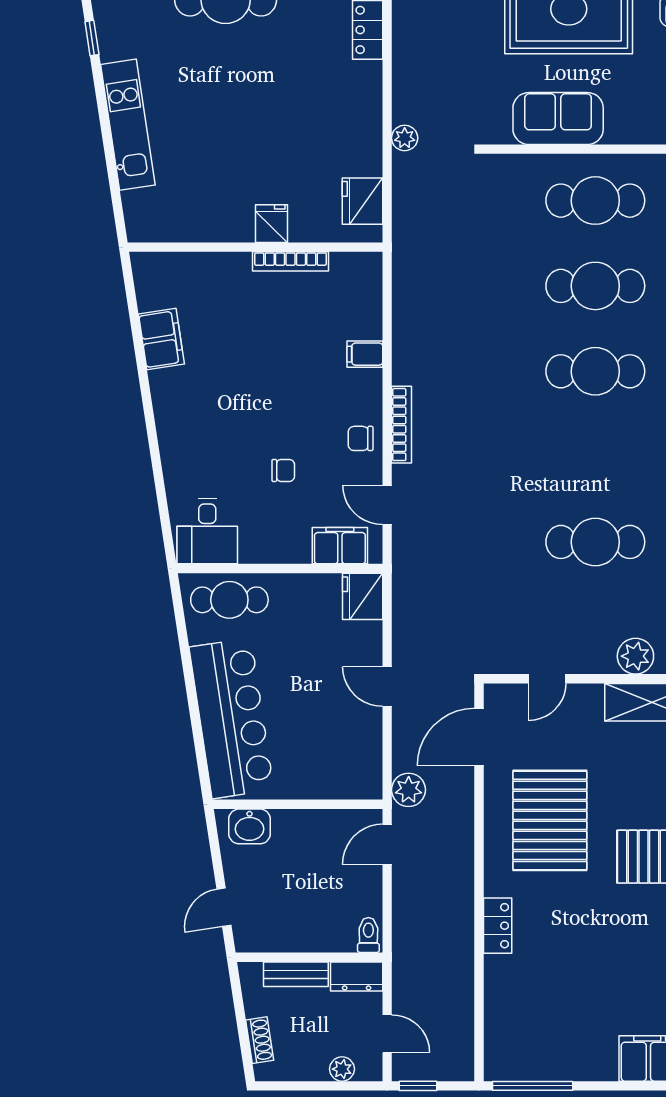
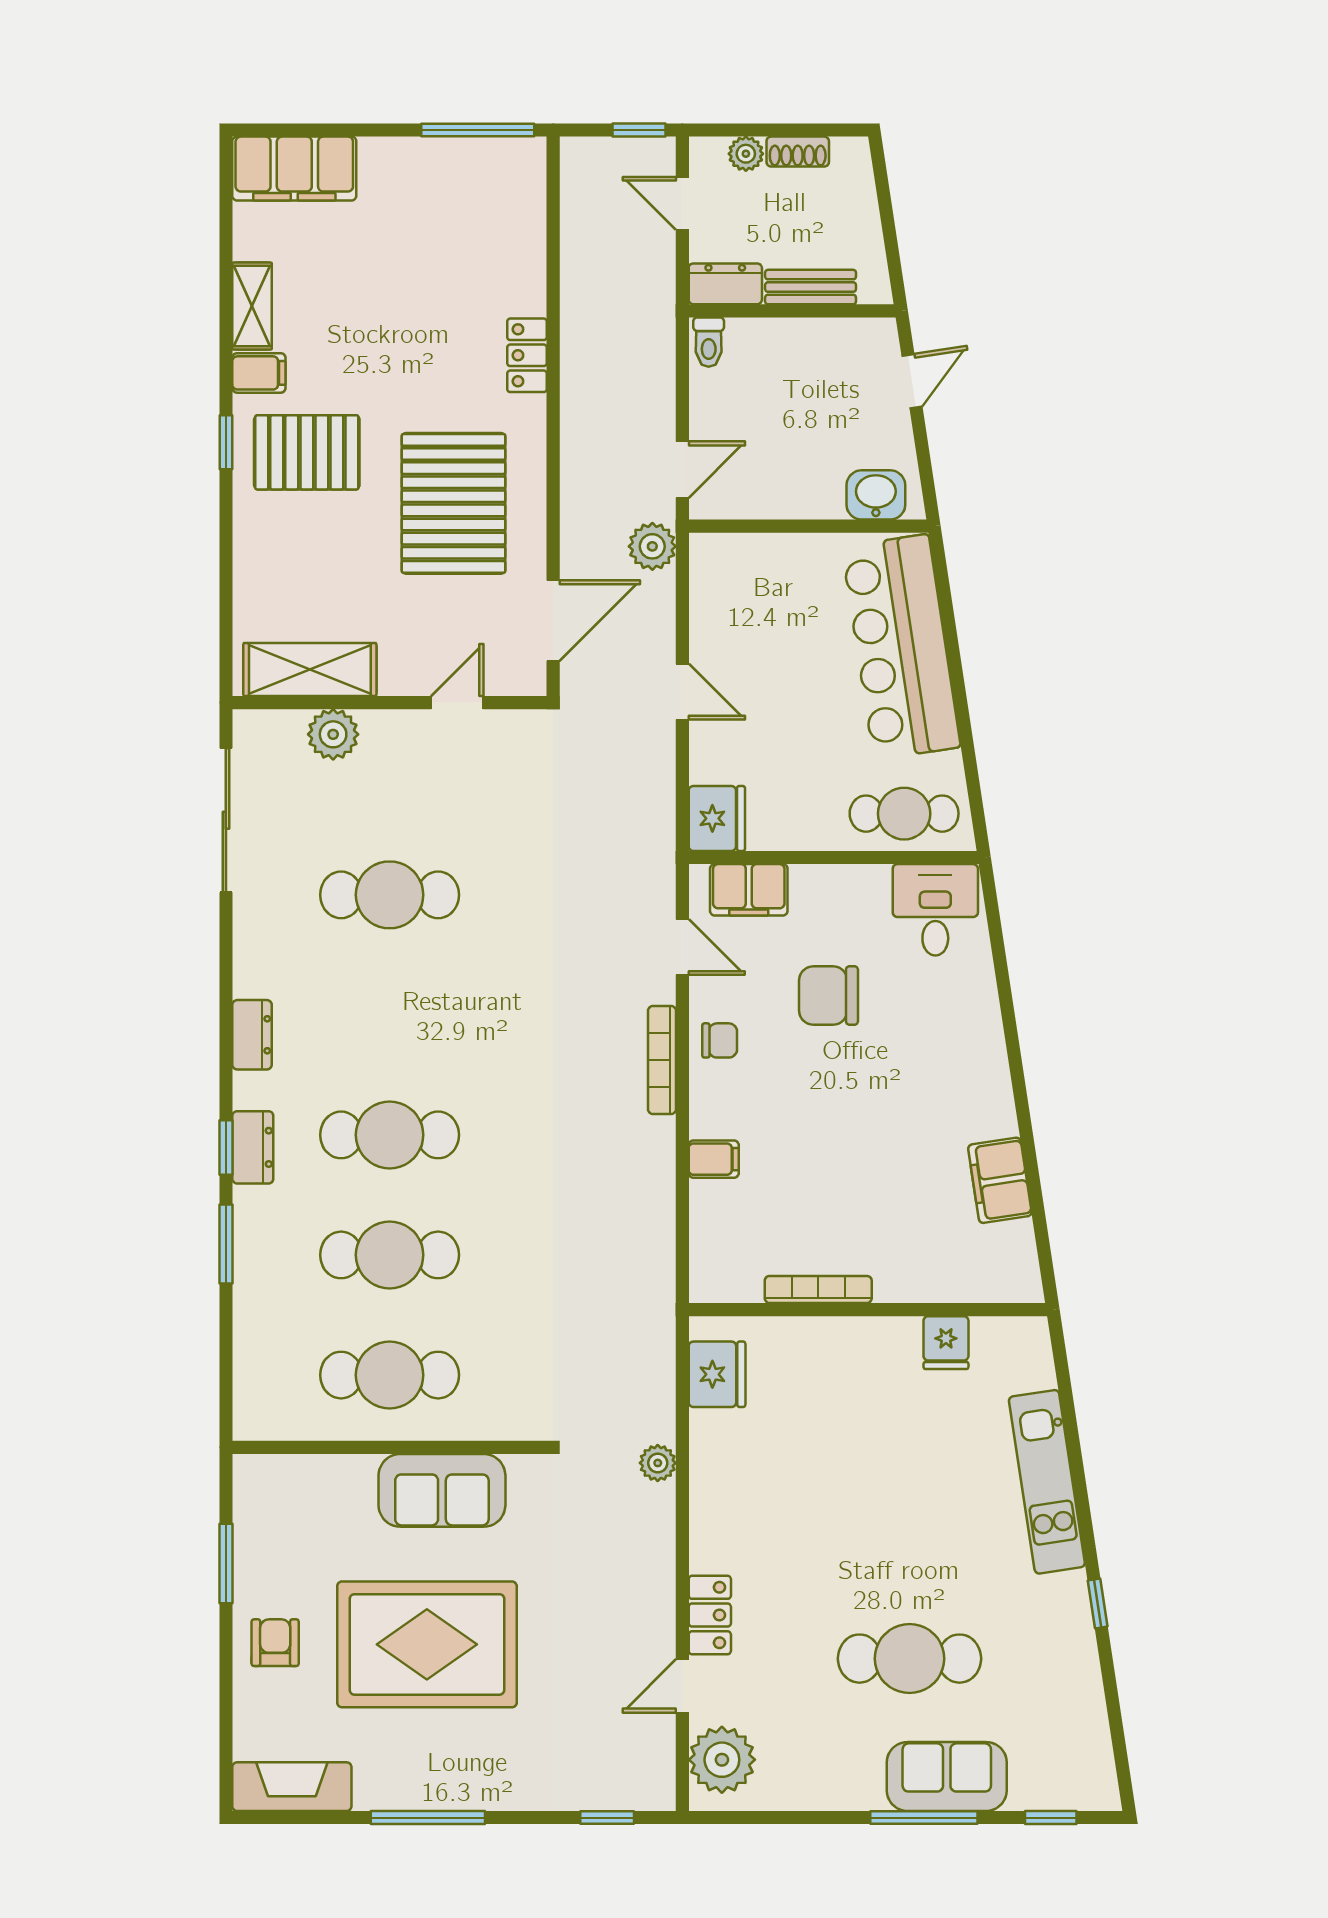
fridge: (272, 224) -> (946, 1343), moved
chair: (283, 470) -> (828, 996), width x1.87, depth x1.87
shoe rack: (260, 1040) -> (798, 152), moved, turned -81

